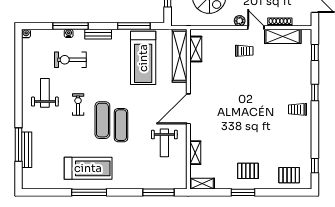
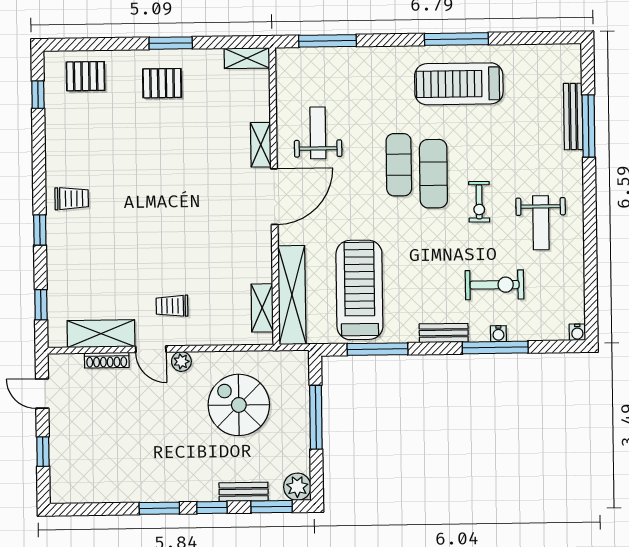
shelving: (195, 153) -> (261, 145), moved

